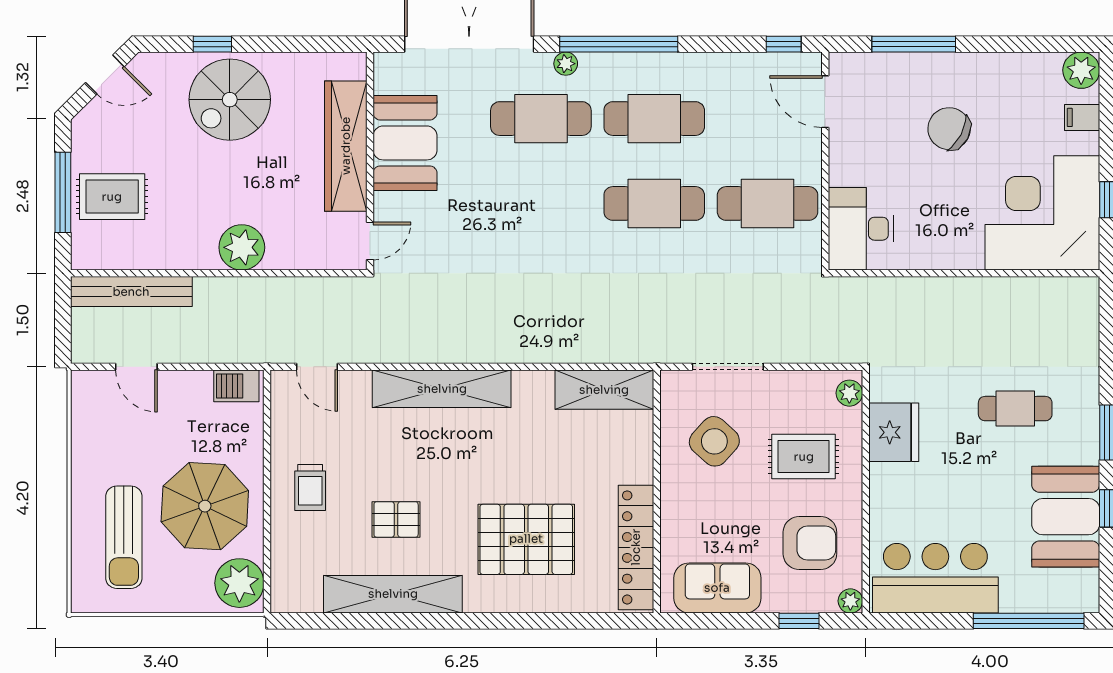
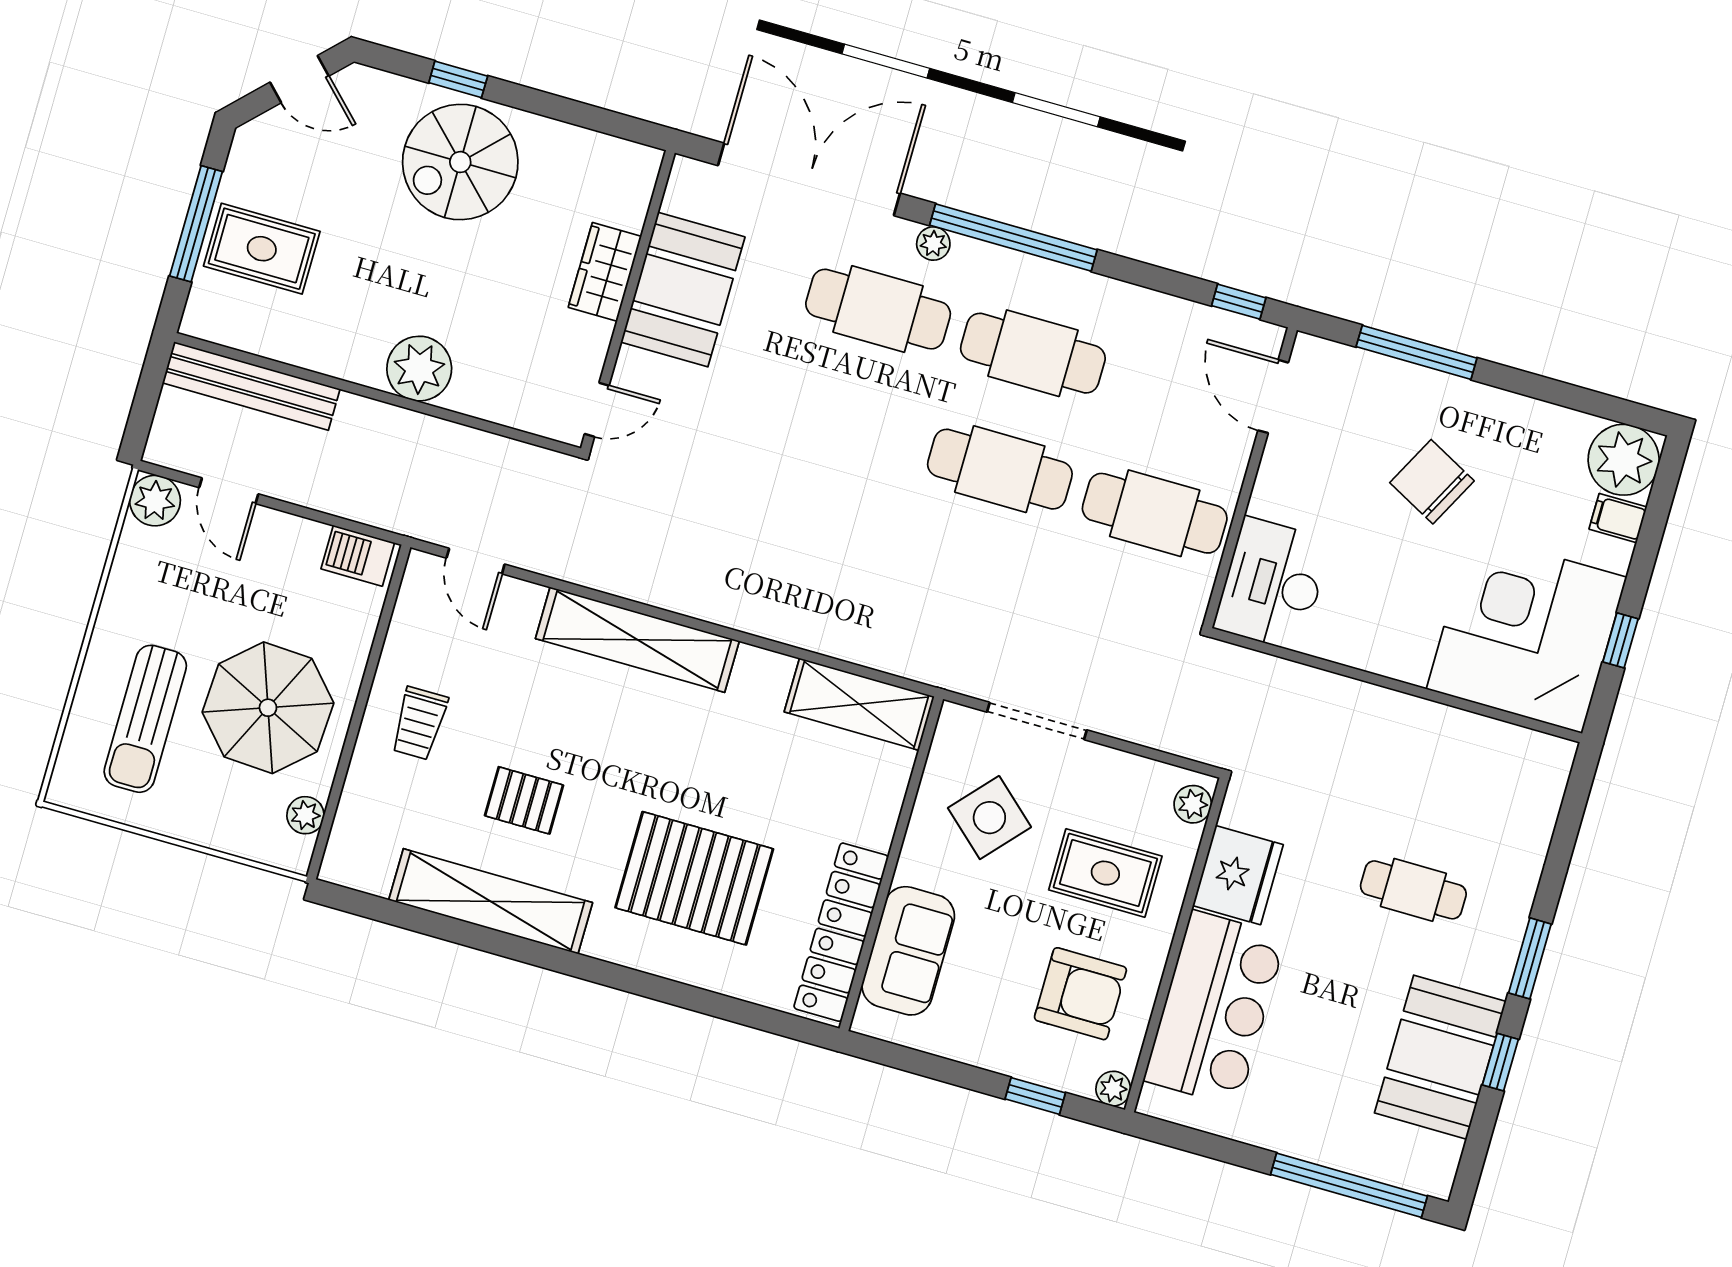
plant: (1081, 70) -> (1624, 460), width x1.36, depth x1.36
wardrobe: (346, 146) -> (605, 272), width x0.48, depth x0.85
plant: (88, 388) -> (155, 501), added
bar counter: (935, 578) -> (1215, 1008), moved, turned 90
plant: (239, 583) -> (305, 815), width x0.53, depth x0.53
sofa: (717, 588) -> (908, 951), moved, turned 90

